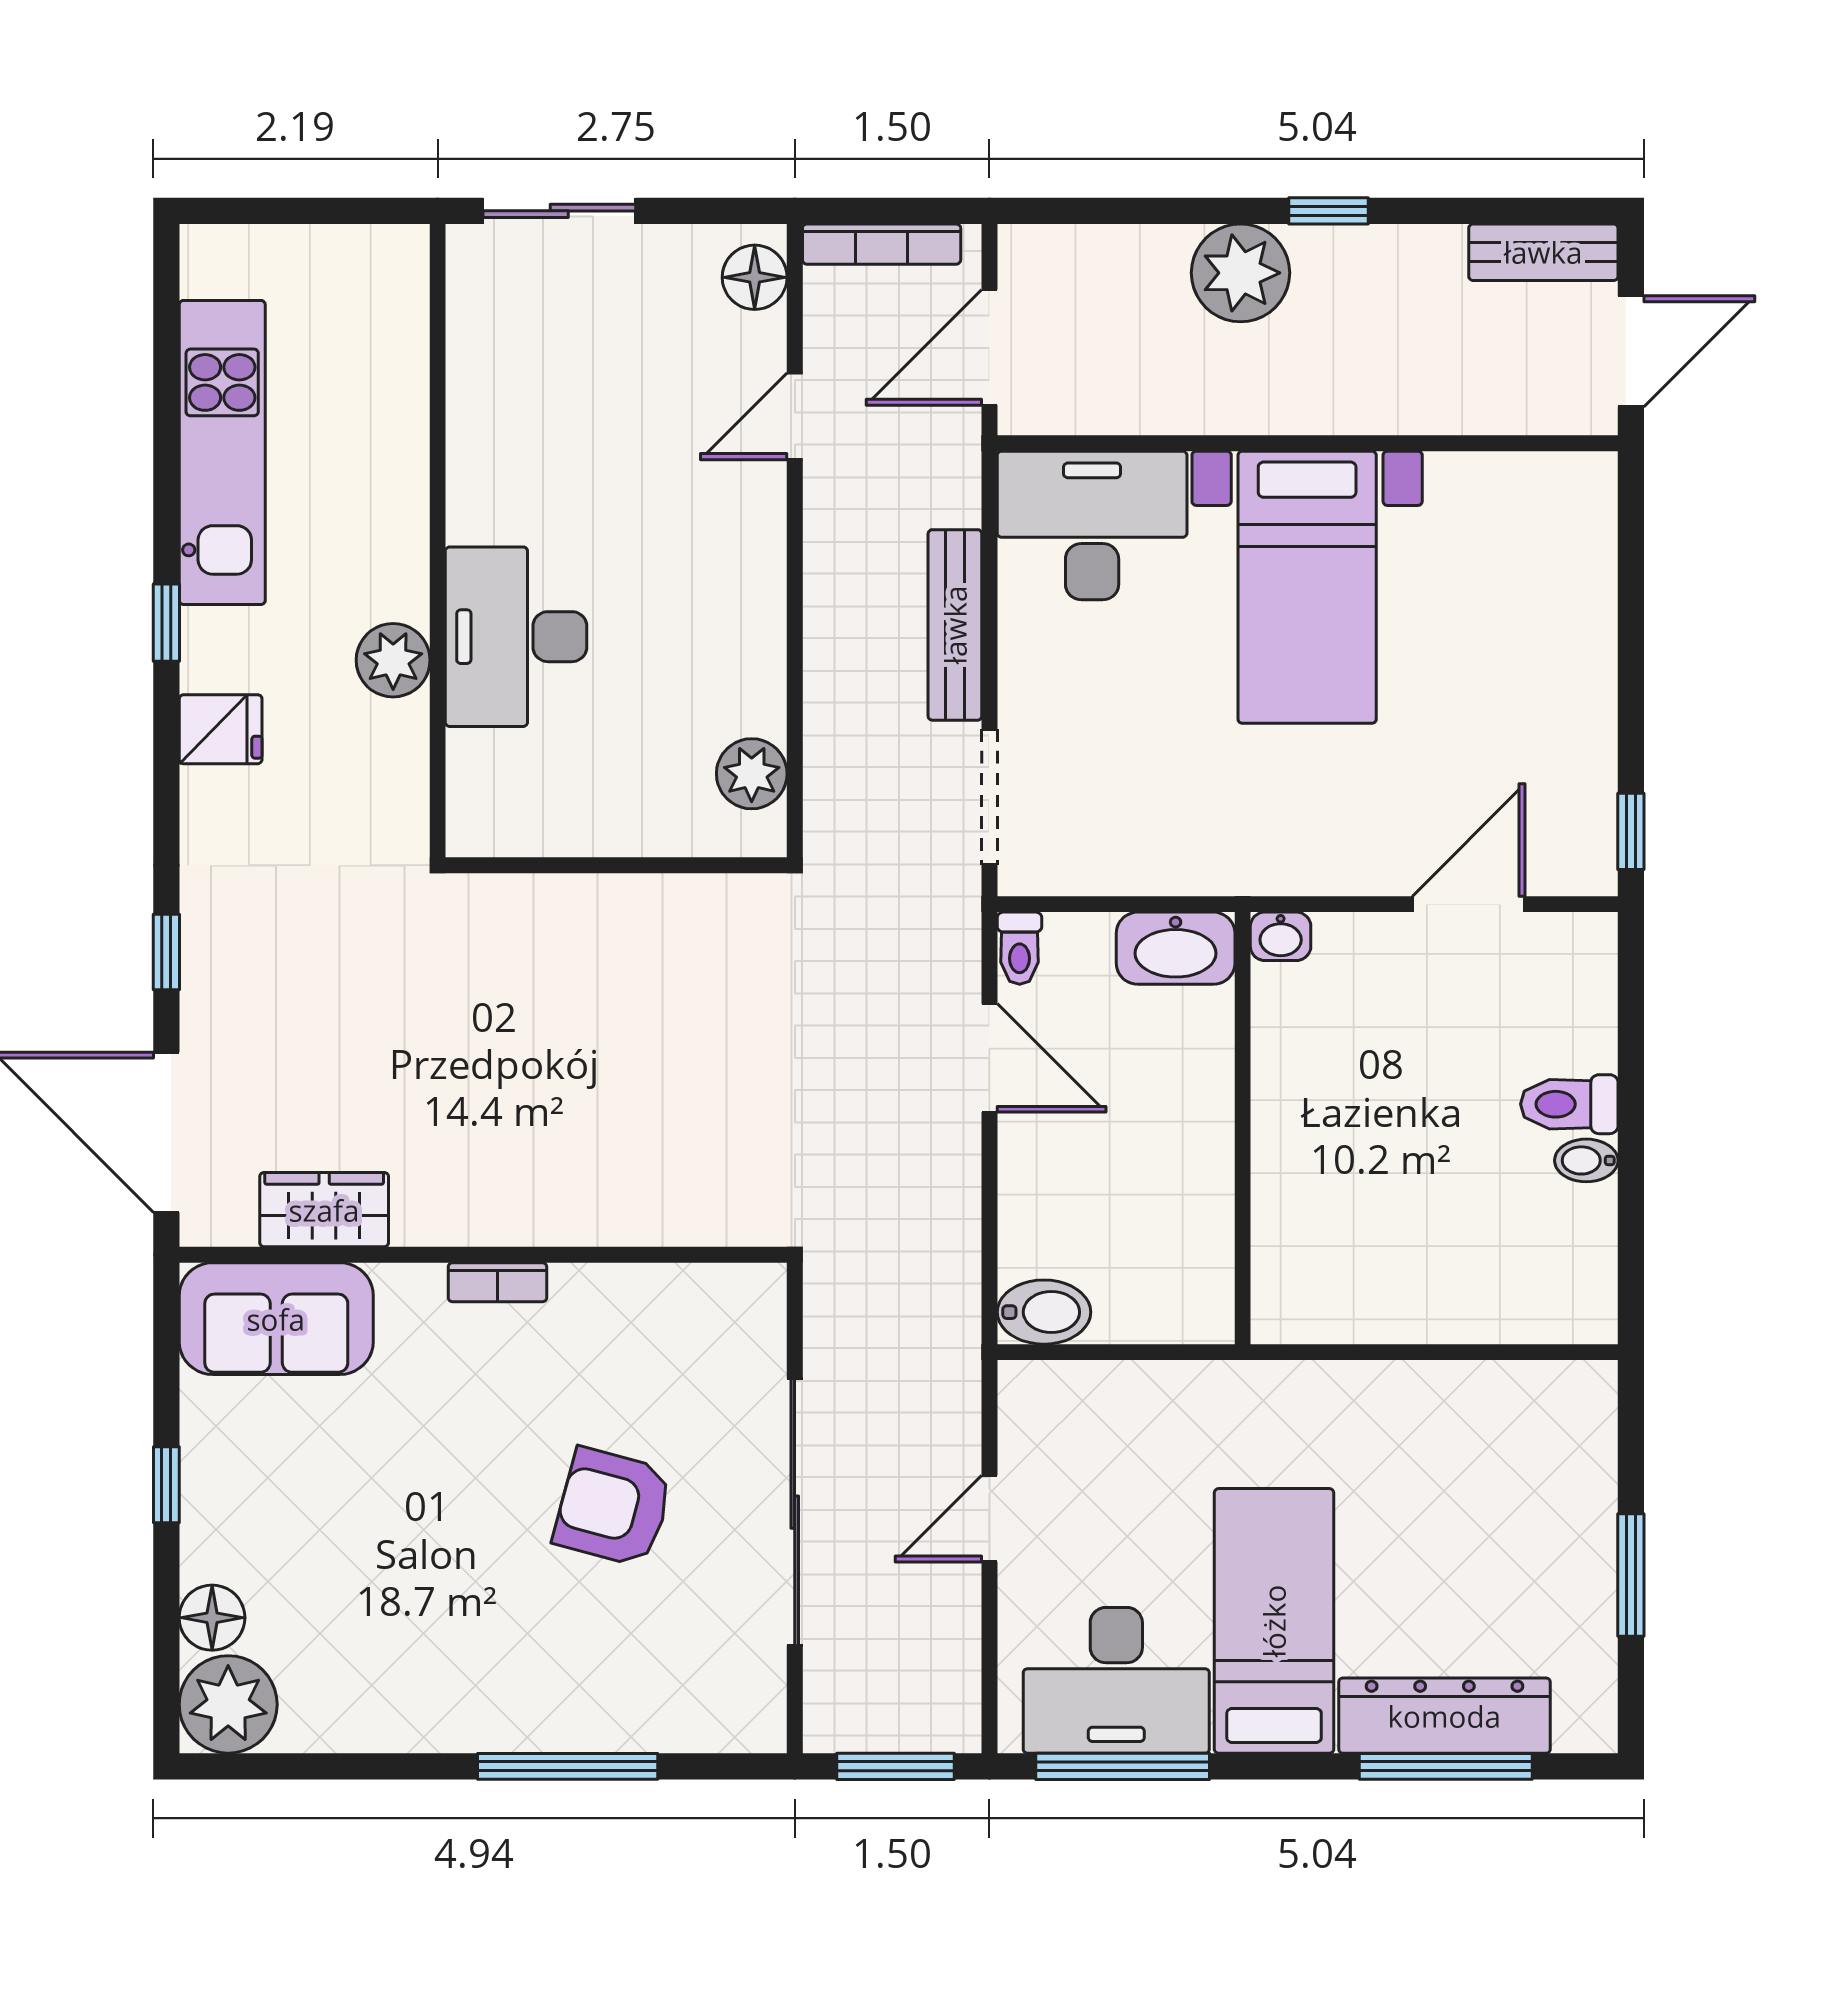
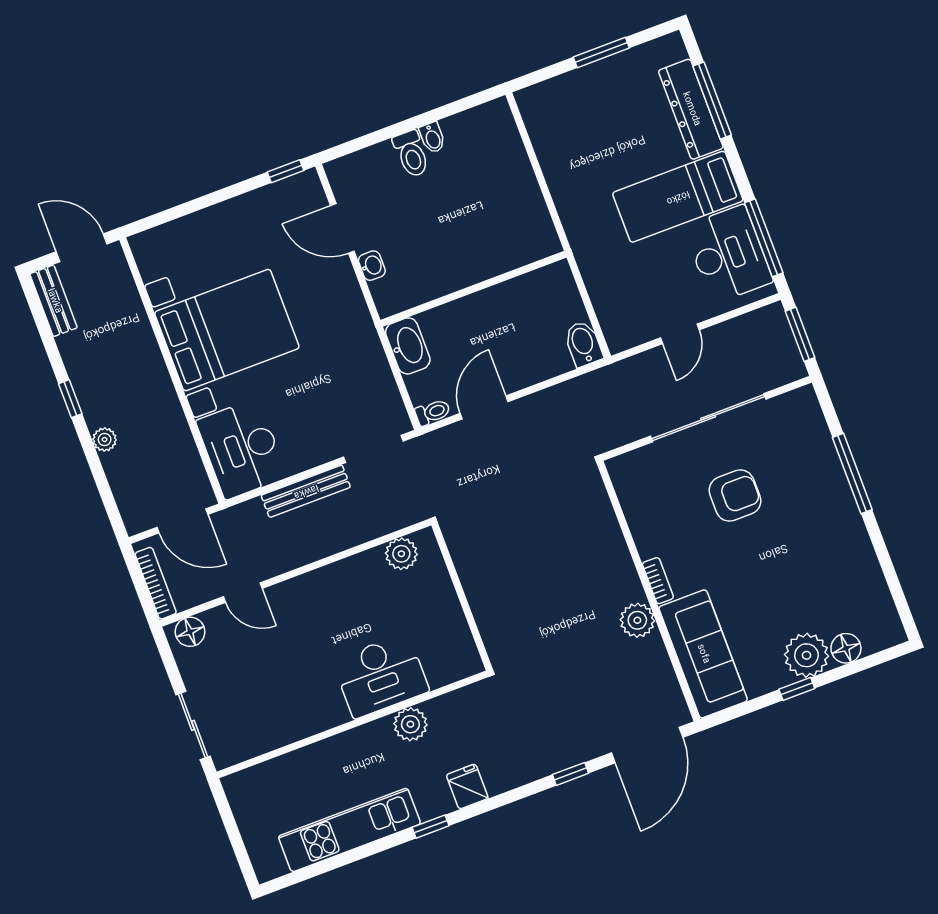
plant: (1241, 273) -> (105, 440), width x0.53, depth x0.53
bed with nightstands: (1307, 587) -> (227, 330), width x1.36
washbasin: (1281, 936) -> (372, 266), moved
plant: (432, 1209) -> (637, 620), added
wardrobe: (324, 1210) -> (655, 666), removed
sofa: (276, 1319) -> (703, 654), width x1.36
armchair: (613, 1507) -> (735, 496), turned -105
door: (989, 1519) -> (680, 334), hinge flipped
plant: (228, 1704) -> (806, 655), moved

